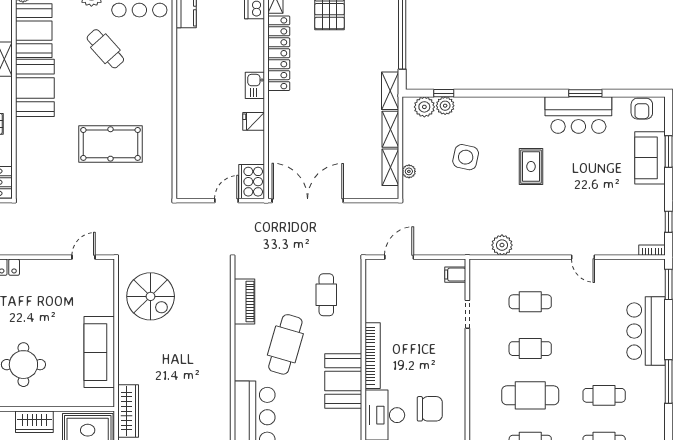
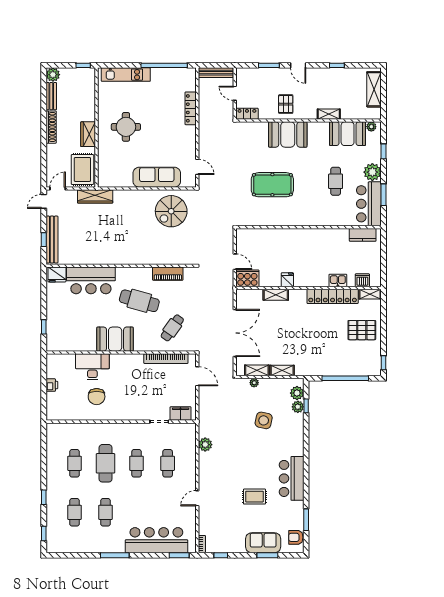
cafe table: (105, 49) -> (336, 181), turned -48
kitchen sink: (255, 85) -> (338, 280), moved
booth: (35, 88) -> (288, 134), moved
shelving: (390, 91) -> (276, 295), moved
window: (585, 93) -> (306, 520), moved
bar counter: (578, 115) -> (292, 478), moved
pool table: (111, 144) -> (272, 185), turned 90
rug: (531, 167) -> (254, 497), moved
double door: (308, 201) -> (235, 333), moved
filing cabinet: (455, 275) -> (181, 414), width x2.00
cafe table: (326, 295) -> (172, 328), turned -54
bar counter: (646, 331) -> (156, 540), width x1.36
sofa: (99, 352) -> (157, 177), moved
bookcase: (373, 356) -> (166, 359), moved

